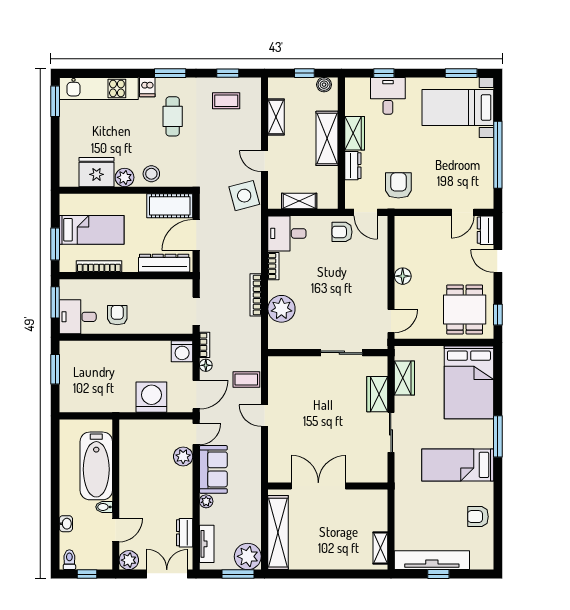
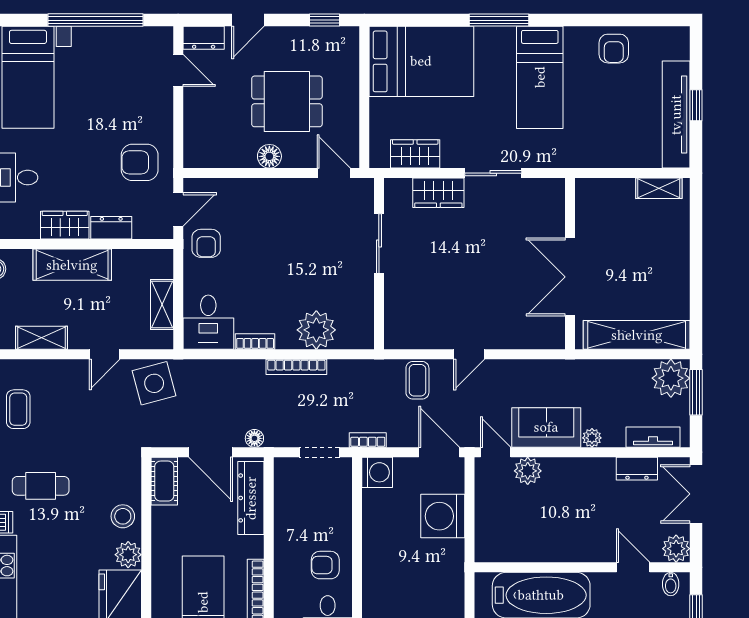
cot: (170, 206) -> (164, 481), width x0.73, depth x0.75
dining table: (465, 309) -> (287, 101), moved
floor lamp: (206, 365) -> (254, 438), moved
bidet: (104, 507) -> (671, 584), moved

